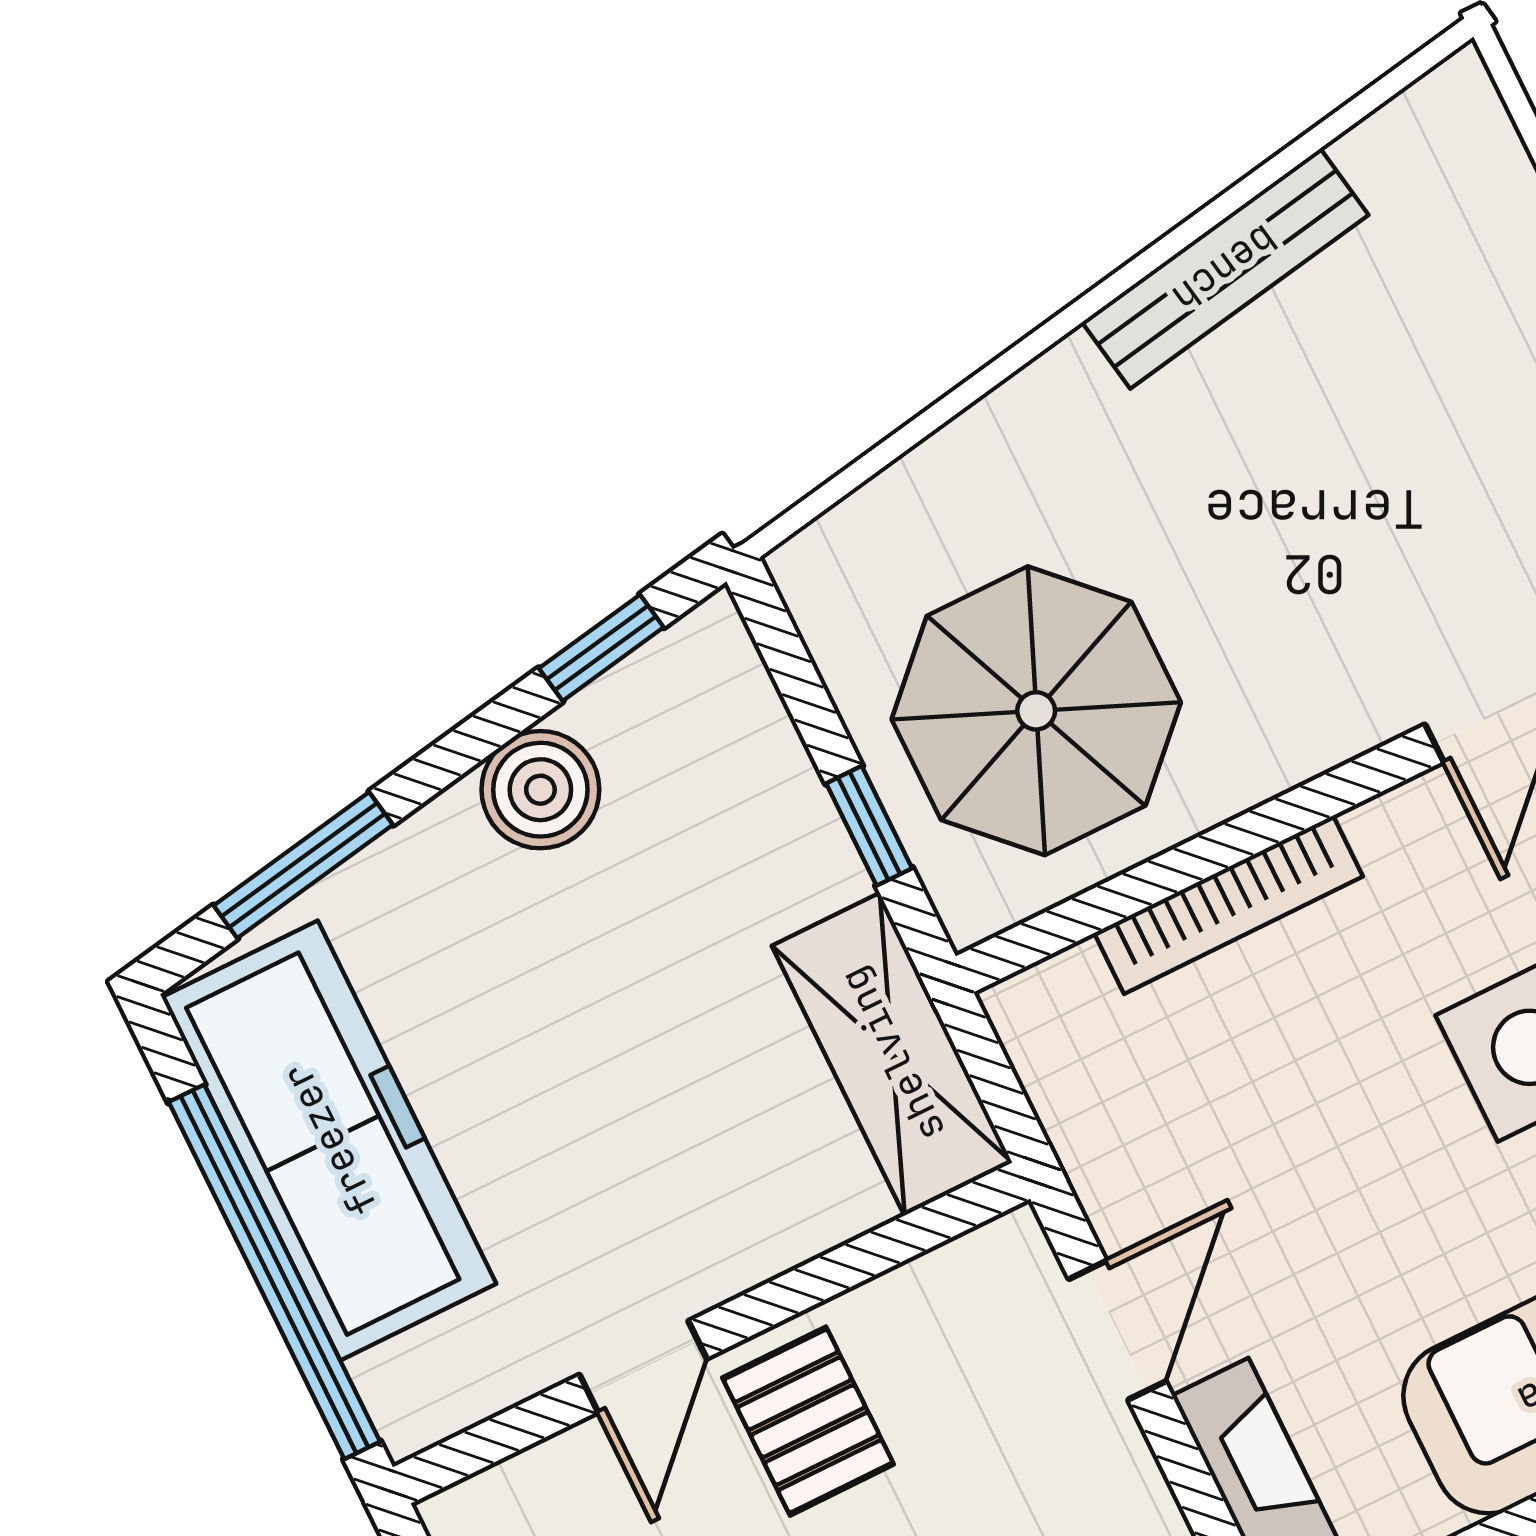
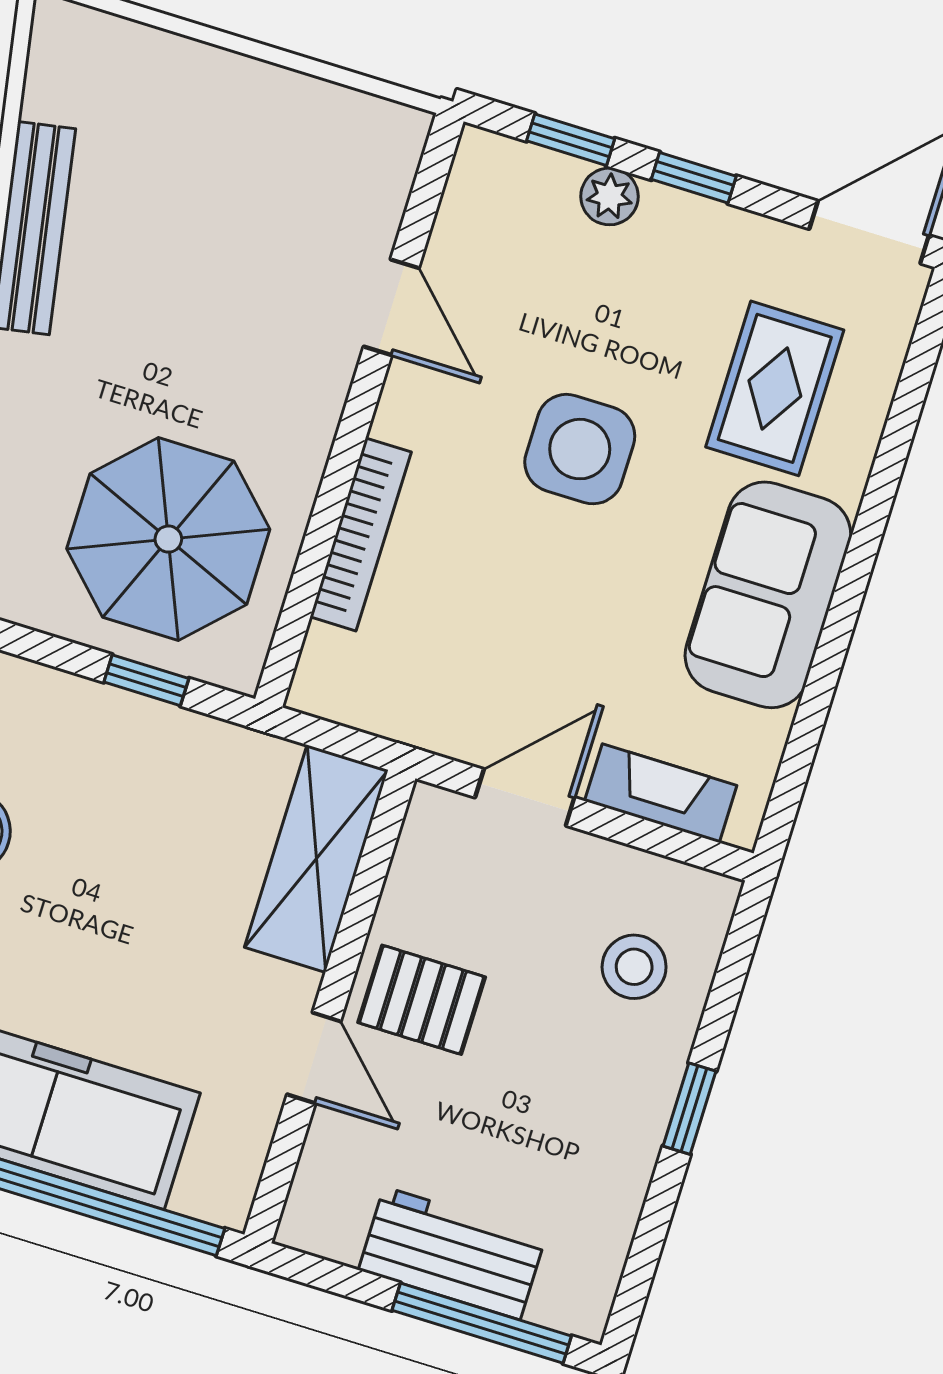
shelving: (892, 1054) -> (316, 859), moved, turned 90
door: (1117, 1330) -> (525, 797), hinge flipped

